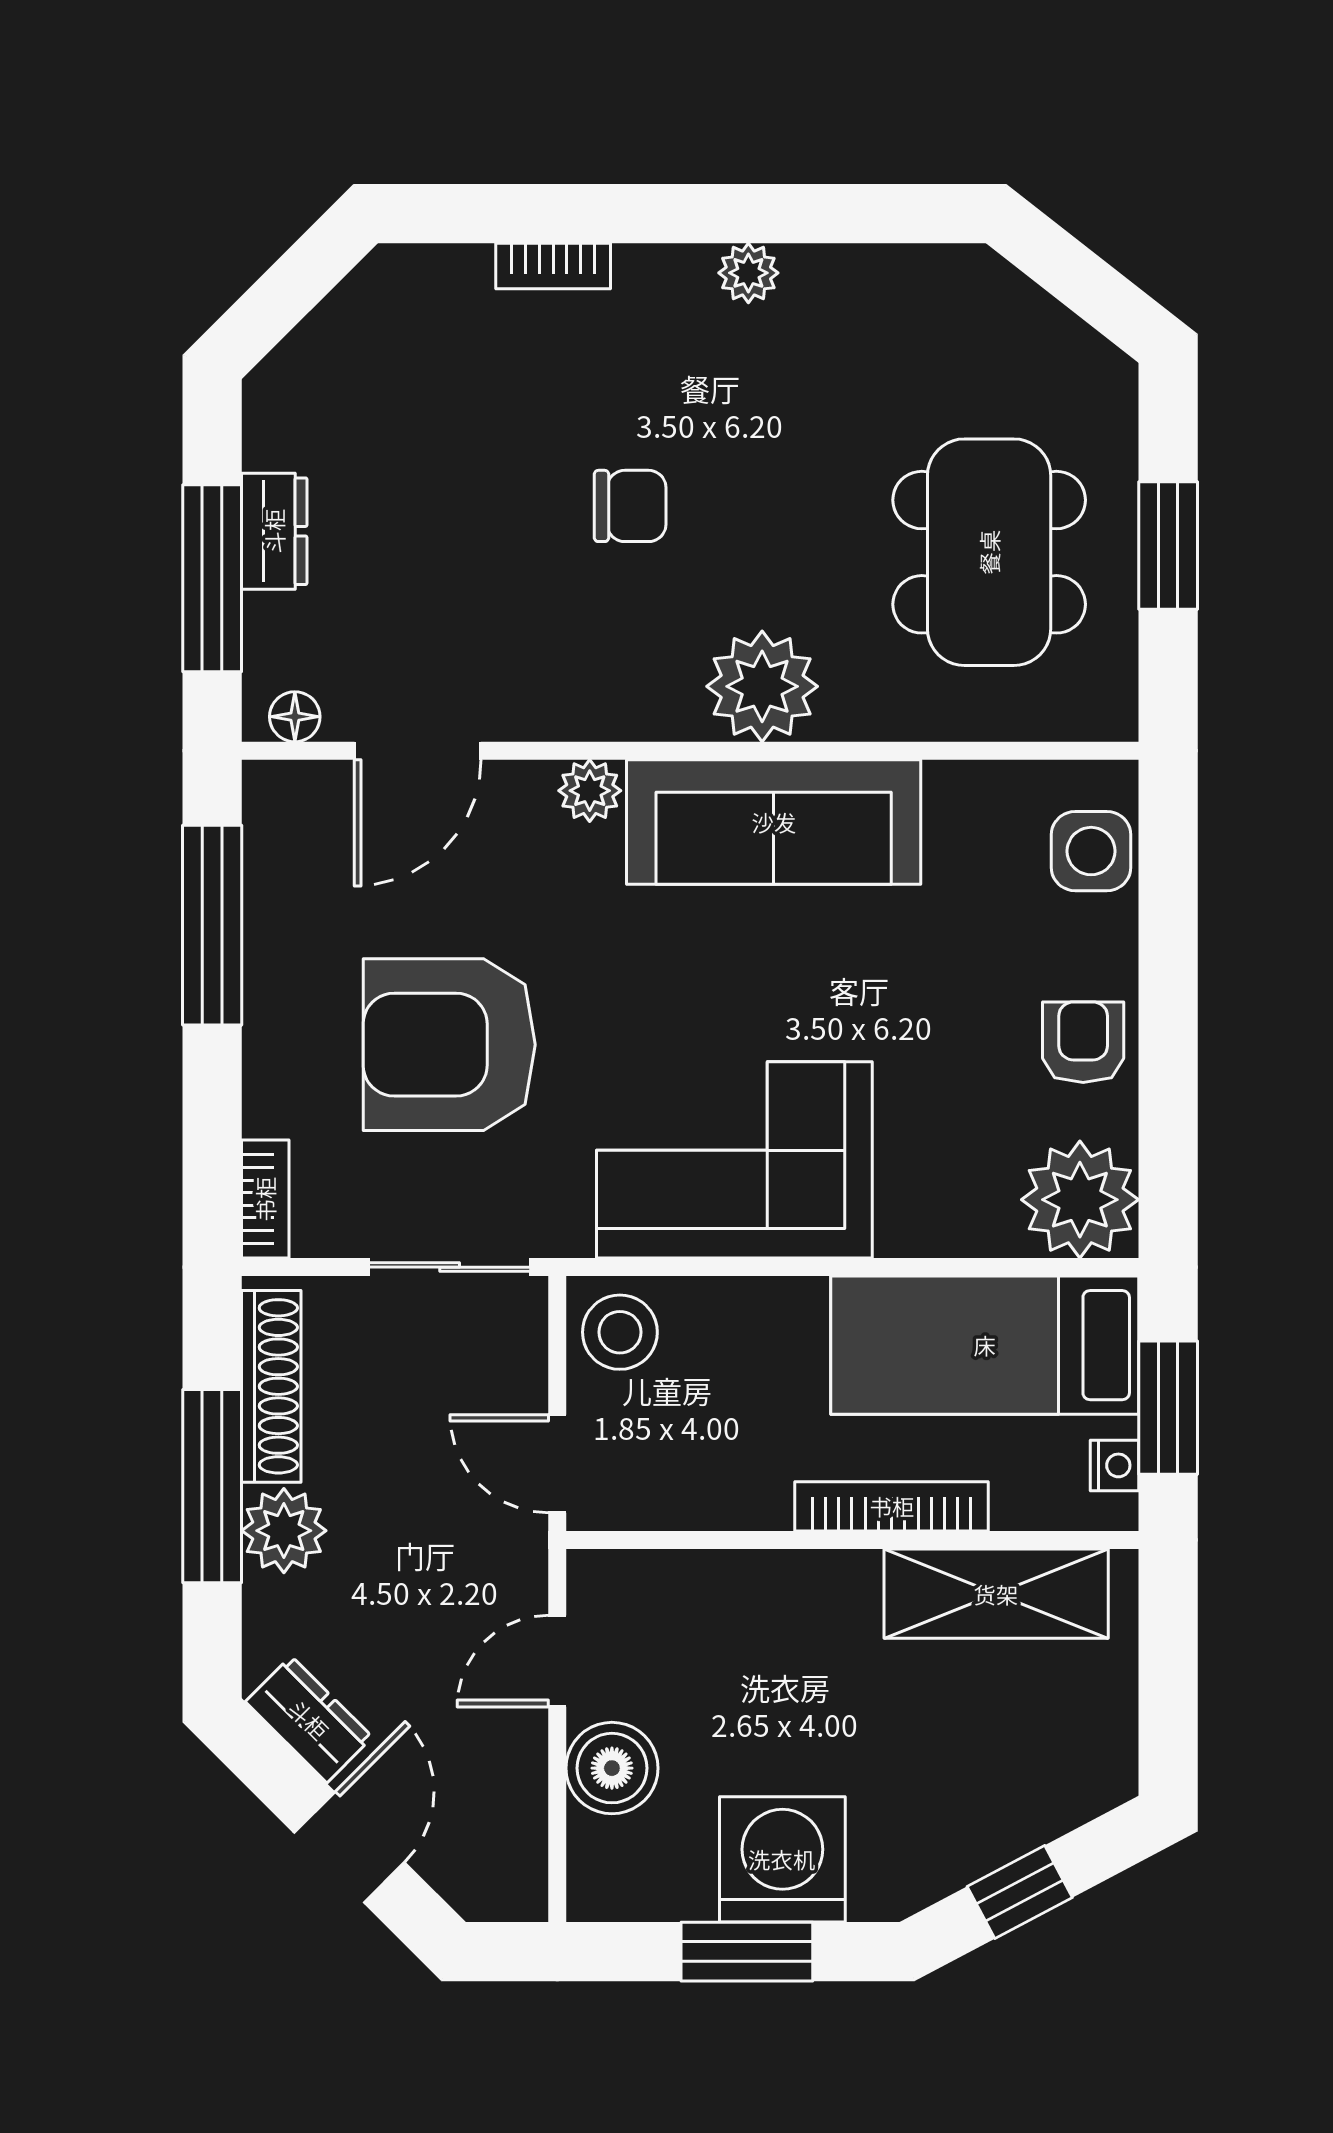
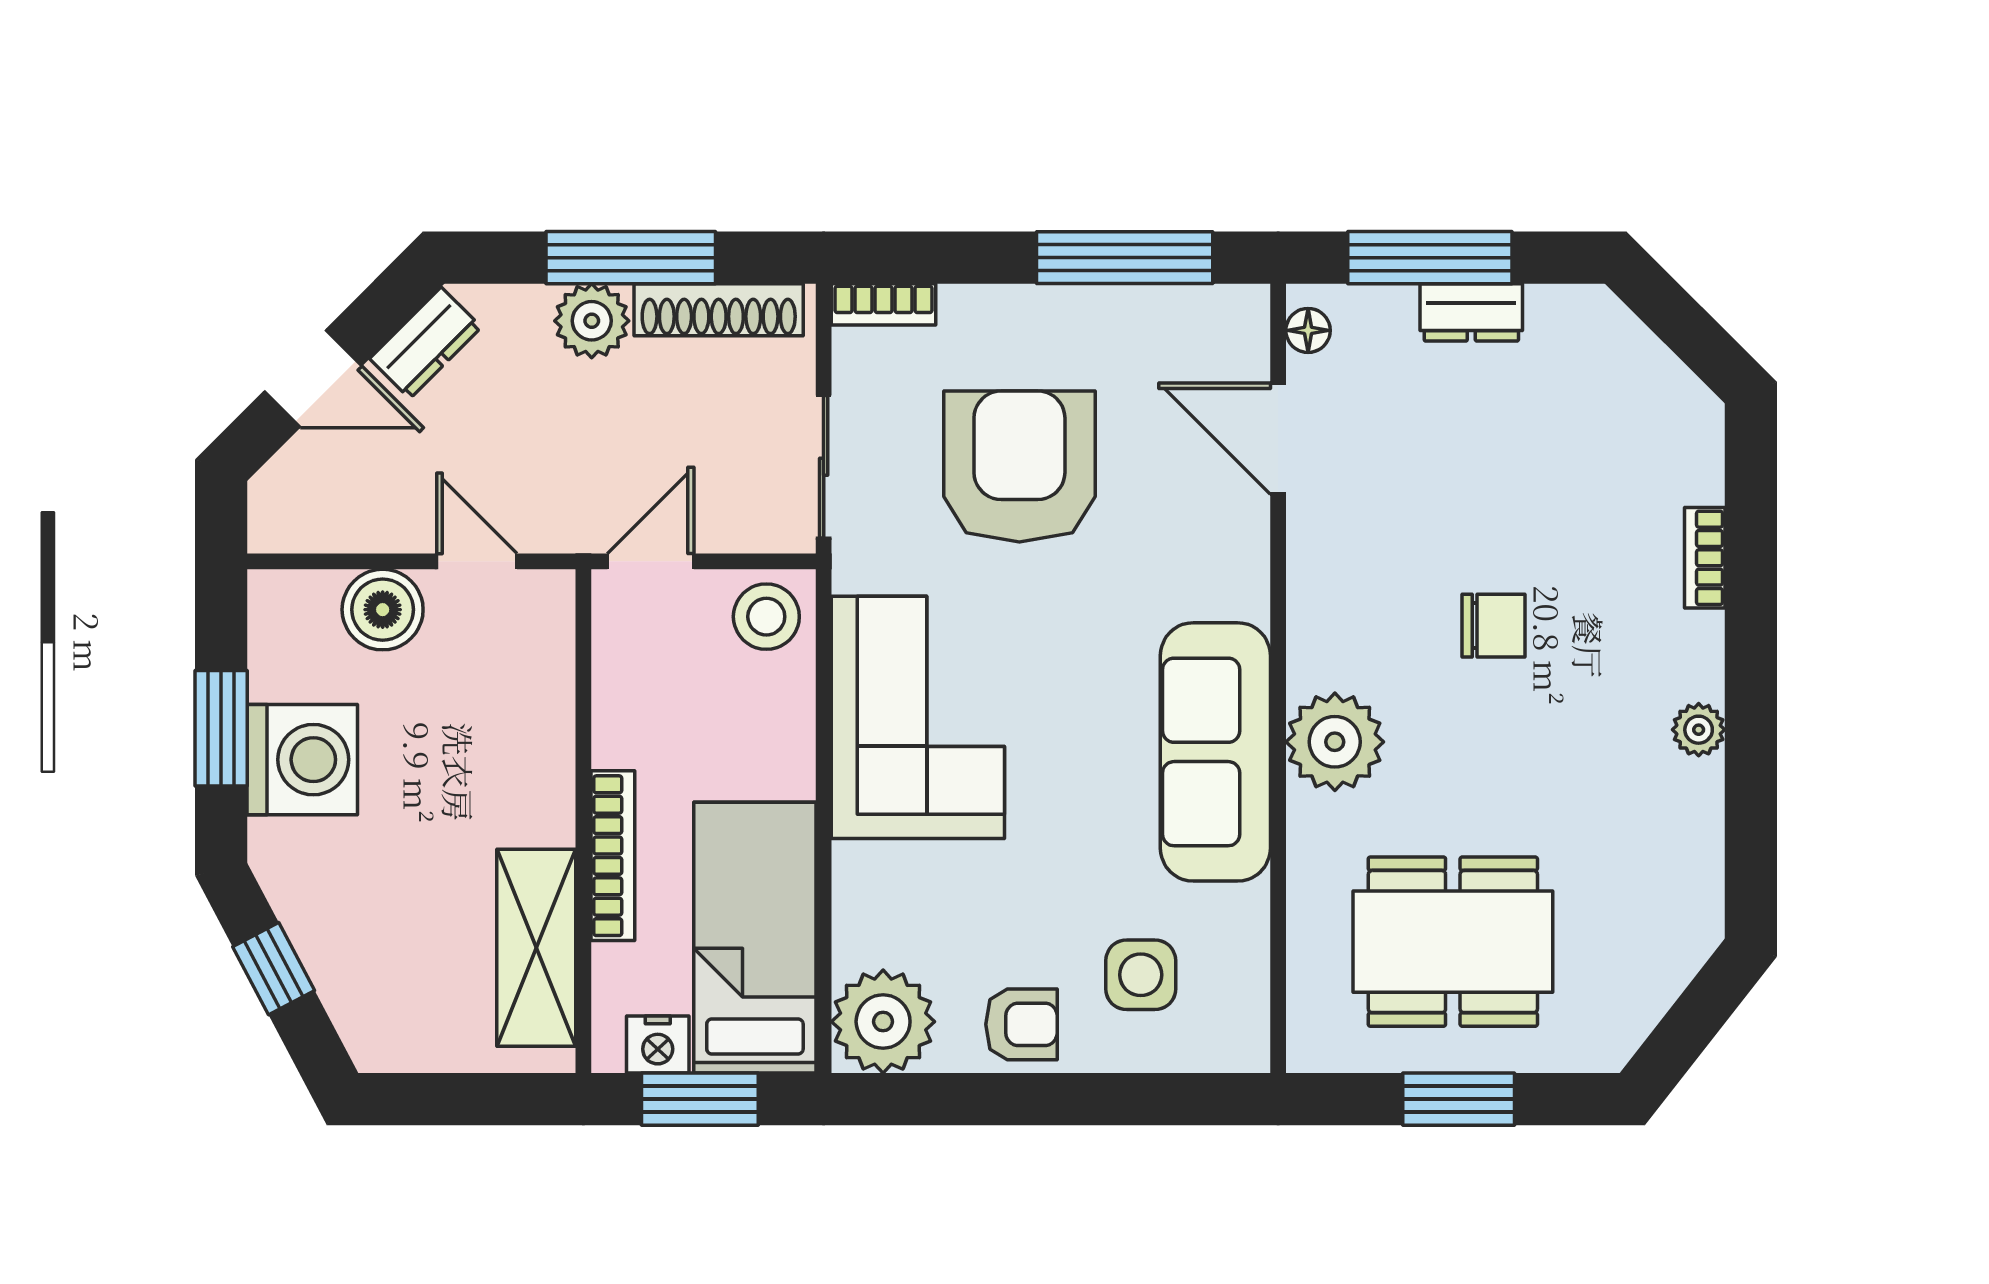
chair: (630, 506) -> (1494, 626), turned -90
plant: (590, 791) -> (1243, 590), removed
side table: (1091, 851) -> (1141, 975), moved
nightstand: (1114, 1465) -> (658, 1044), width x1.39, depth x1.35

